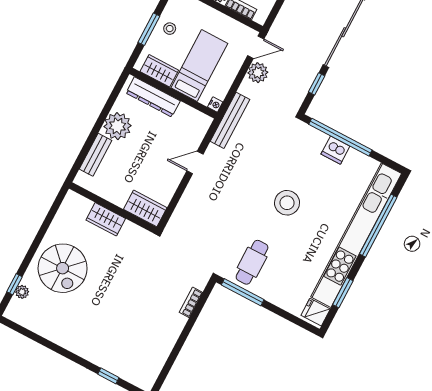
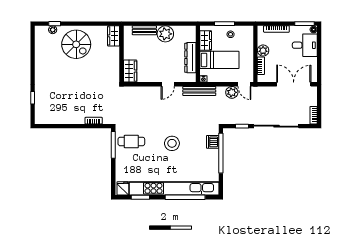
dresser: (153, 97) -> (190, 58), moved
dishwasher: (335, 150) -> (213, 142), moved
door: (195, 162) -> (168, 84), swing flipped
wardrobe: (106, 219) -> (114, 36), moved
spiral stairs: (63, 268) -> (76, 44), turned -90

